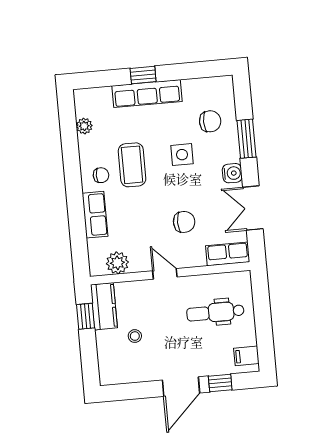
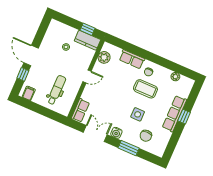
chair: (184, 222) -> (106, 98), removed

